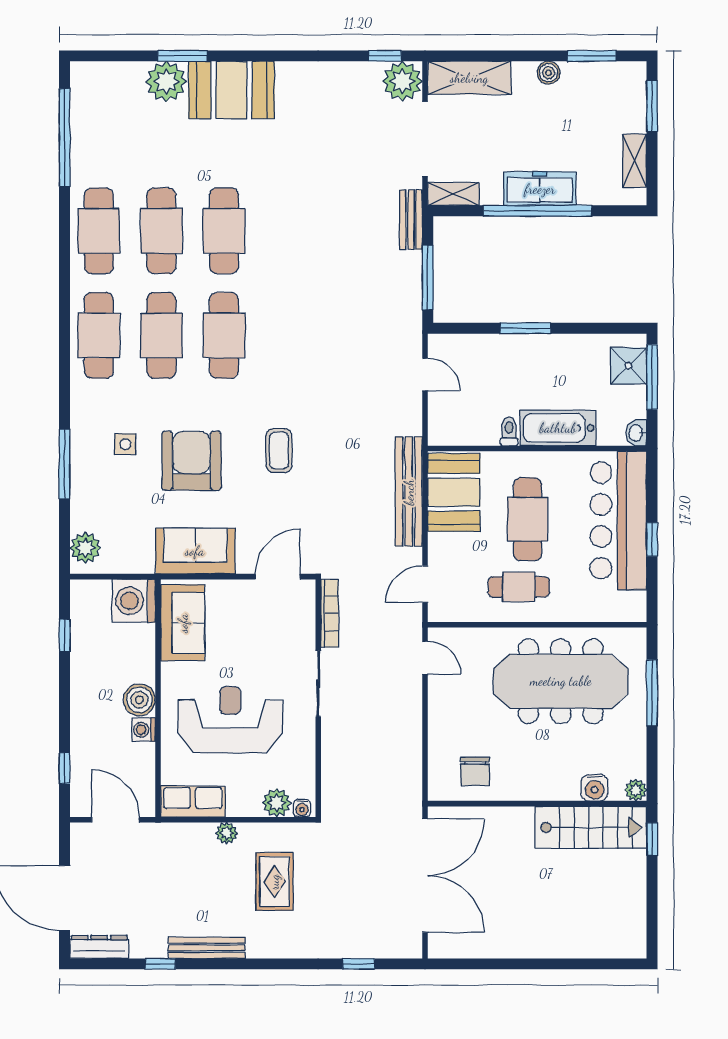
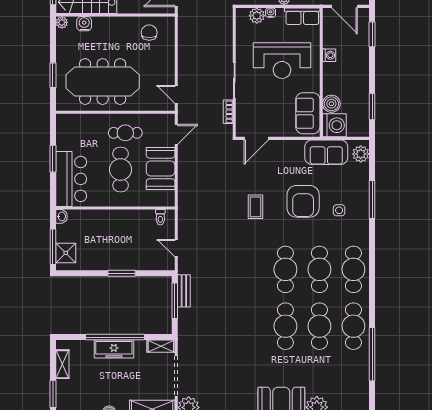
window: (64, 138) -> (372, 354), moved
bench: (411, 220) -> (184, 291), moved
bathtub: (558, 428) -> (104, 219), removed
toilet: (509, 431) -> (160, 217), moved
bench: (409, 492) -> (185, 185), removed
booth: (454, 492) -> (161, 168), moved
bar counter: (618, 520) -> (71, 179), width x0.73
window: (652, 539) -> (53, 159), width x1.50
sofa: (195, 551) -> (326, 152), moved
bookcase: (330, 613) -> (228, 112), width x0.64
window: (64, 635) -> (372, 107), width x1.50
window: (652, 693) -> (53, 75), width x0.69
boiler: (139, 700) -> (331, 104), moved
window: (64, 768) -> (372, 34), width x1.50
water cooler: (302, 808) -> (271, 13), moved

